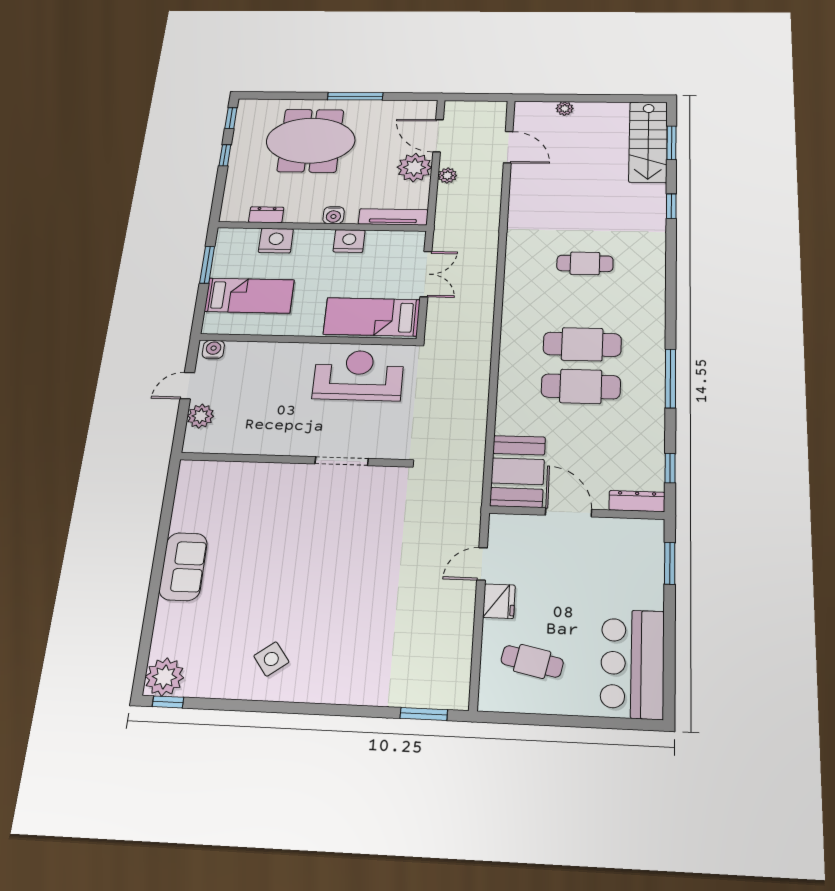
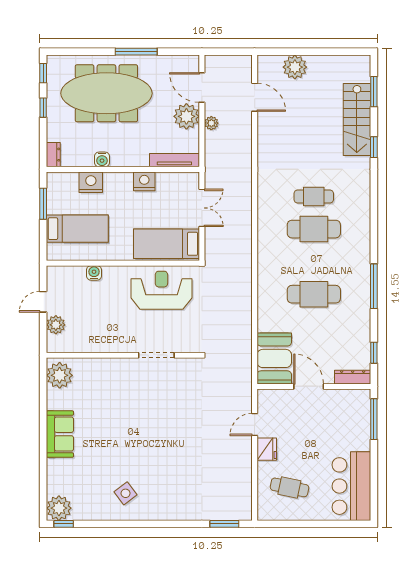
plant: (565, 109) -> (295, 67), width x1.88, depth x1.88
meeting table: (311, 141) -> (106, 93), width x1.36
stairs: (648, 142) -> (357, 120), moved
dresser: (266, 215) -> (53, 155), moved, turned 90
water cooler: (334, 215) -> (102, 159), moved
cafe table: (582, 344) -> (314, 229), moved
water cooler: (213, 350) -> (94, 273), moved
plant: (195, 484) -> (60, 375), added
window: (670, 563) -> (374, 419), width x1.44

